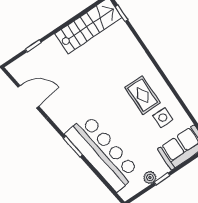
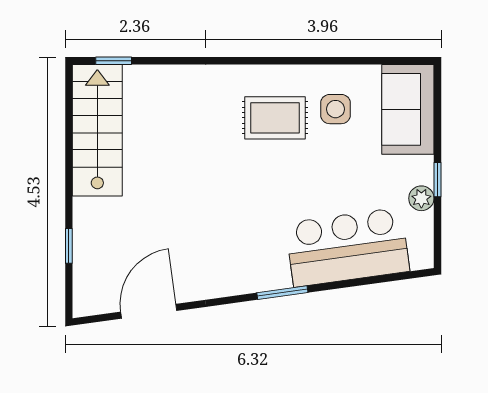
bar counter: (102, 153) -> (347, 247), width x0.73

